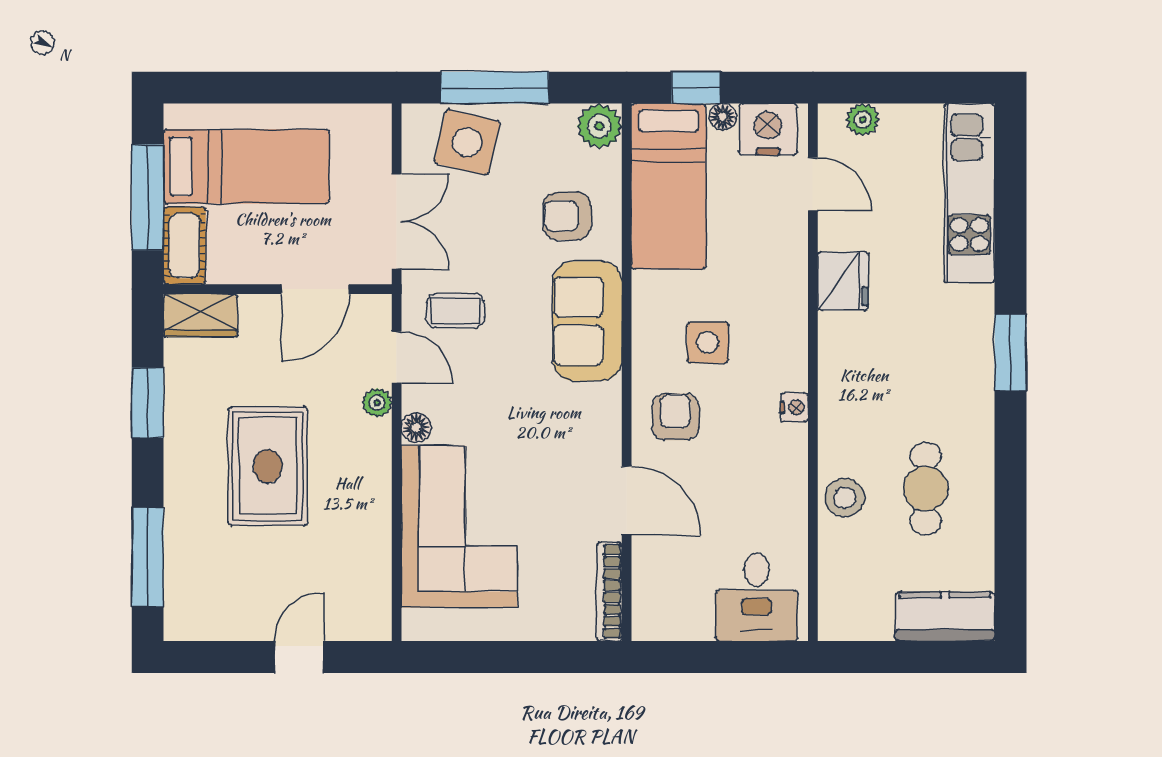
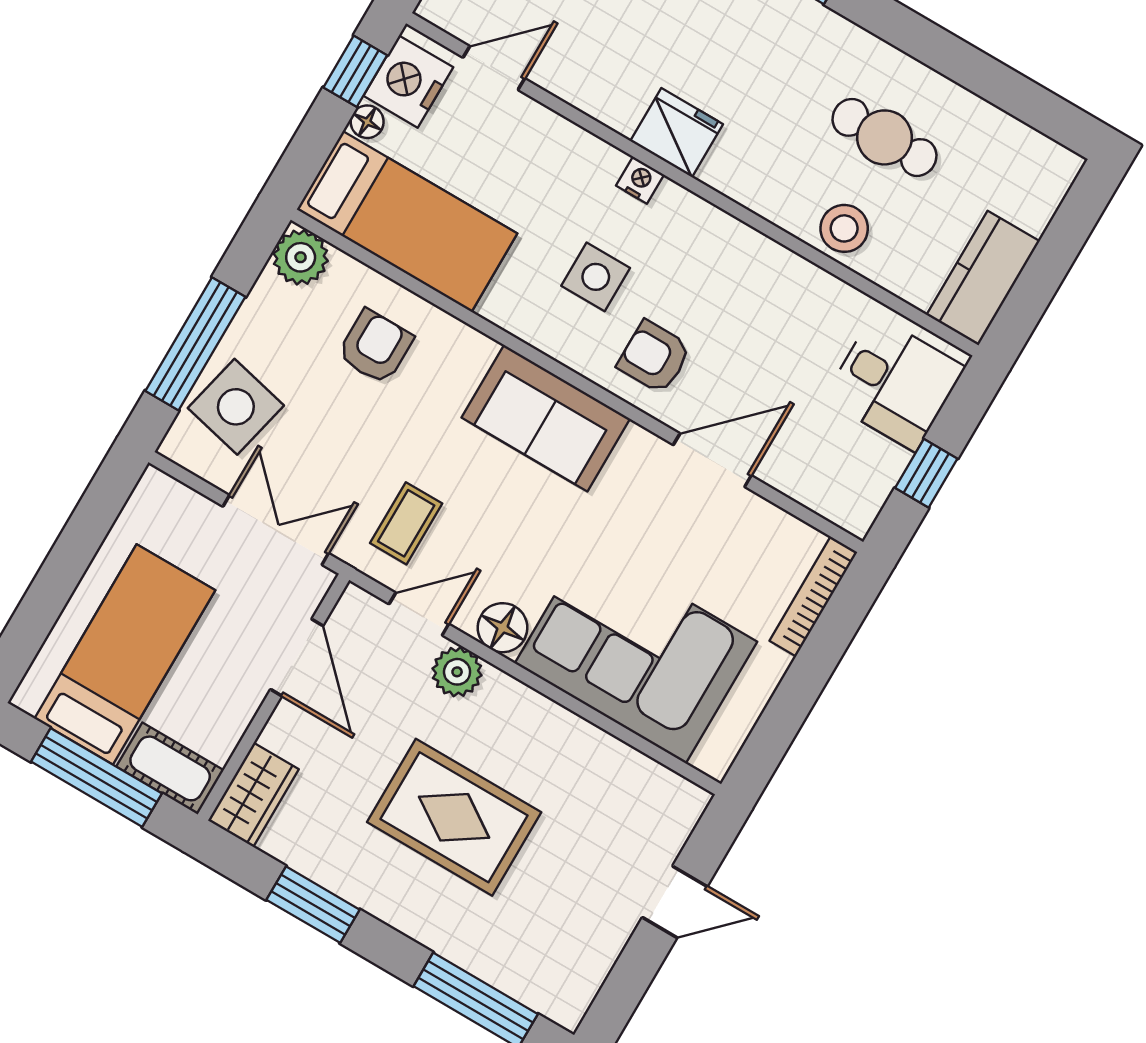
window: (696, 88) -> (355, 71), moved
armchair: (567, 216) -> (375, 347), turned 180
fridge: (843, 281) -> (677, 133), moved
sofa: (587, 321) -> (546, 418), moved
plant: (377, 403) -> (457, 672), width x1.37, depth x1.37
nightstand: (794, 407) -> (640, 180), moved
floor lamp: (416, 427) -> (503, 628), width x1.37, depth x1.37
bookcase: (609, 592) -> (813, 597), moved, turned 90
kitchen counter: (945, 616) -> (983, 278), moved
door: (299, 657) -> (675, 902), swing flipped
window: (706, 657) -> (926, 473), added

